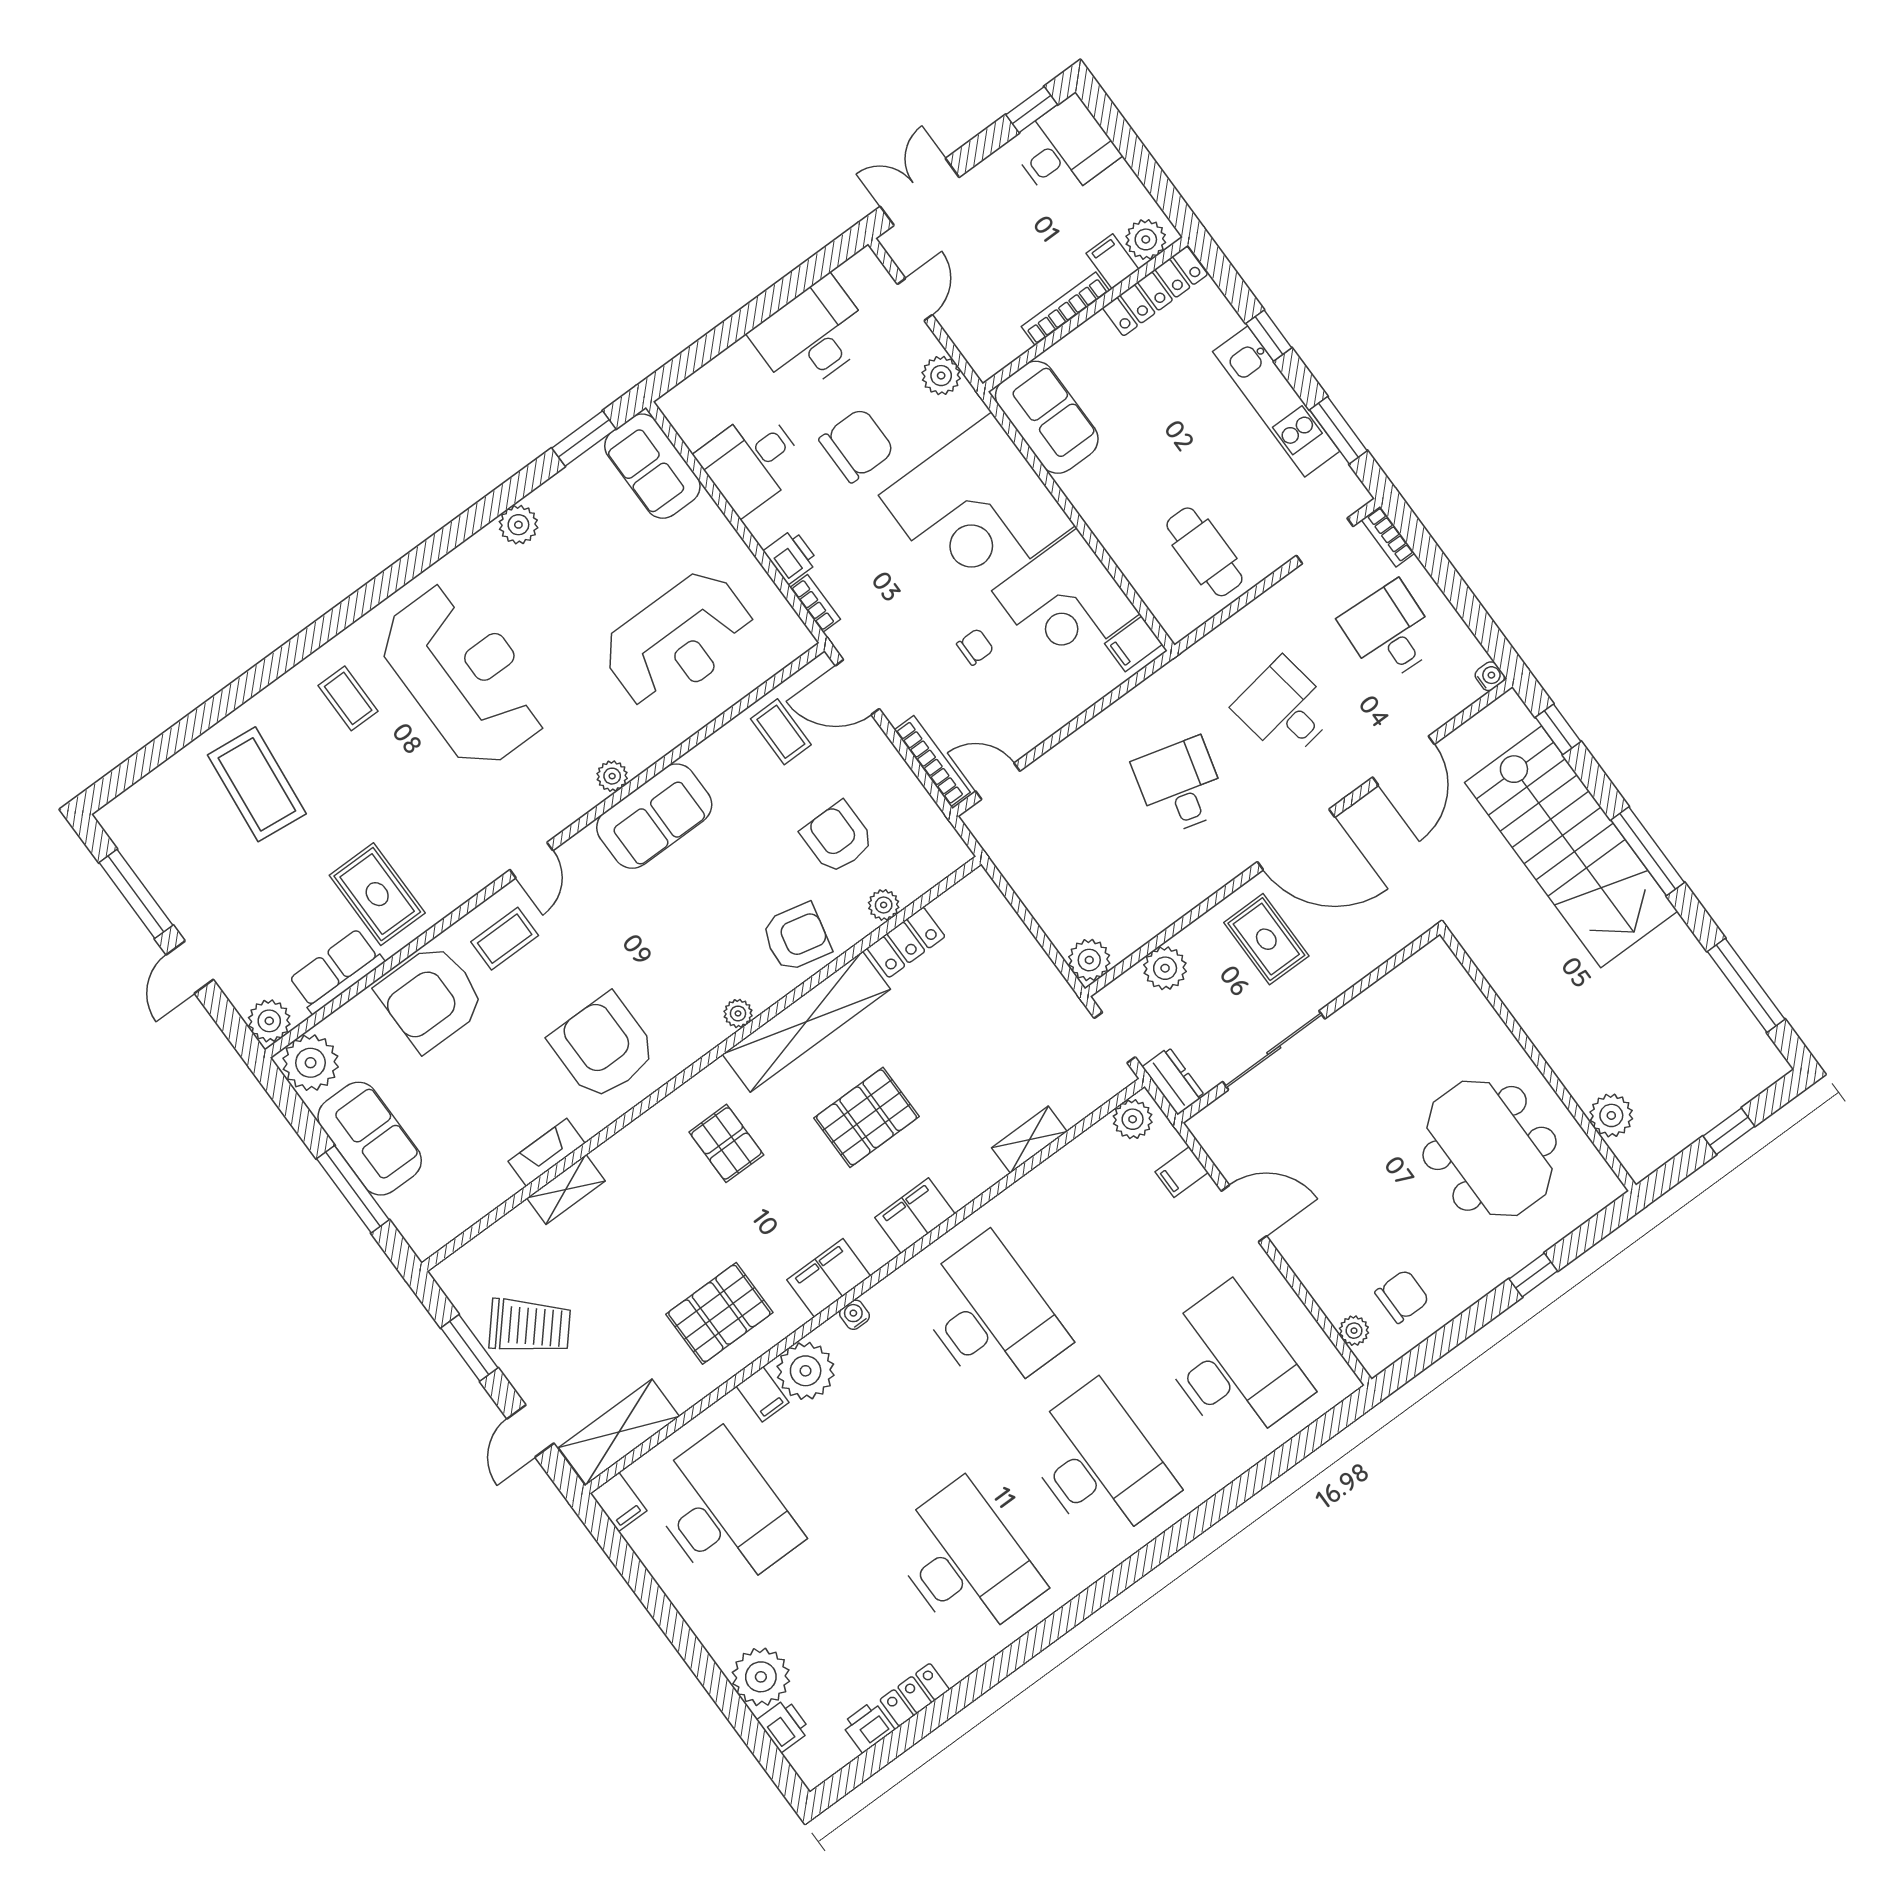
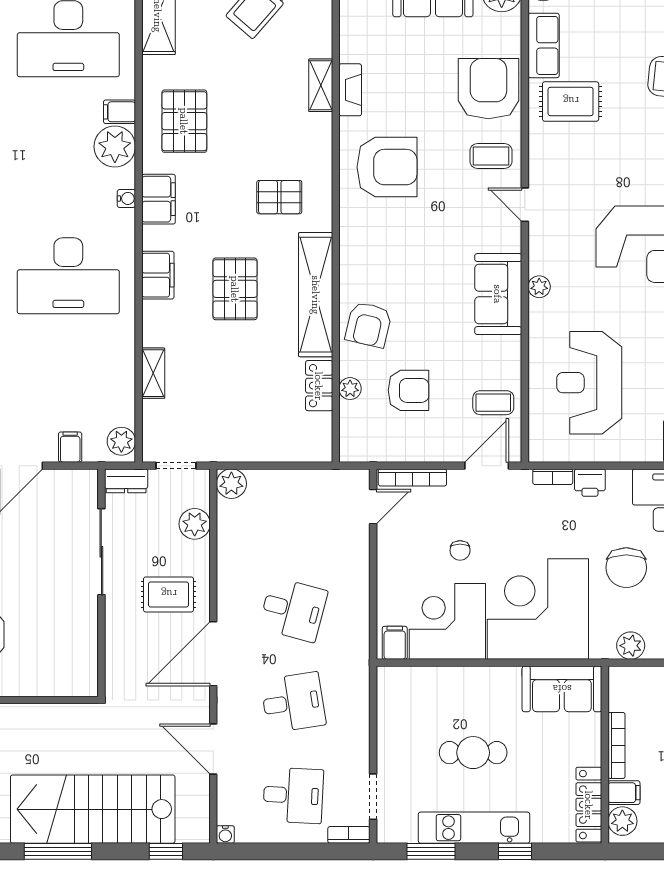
cafe table: (1204, 552) -> (473, 753), moved
coffee table: (505, 939) -> (491, 156), turned 90
plant: (738, 1013) -> (349, 259), removed

